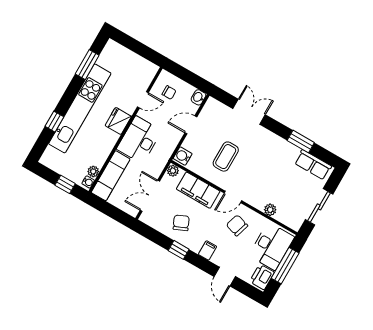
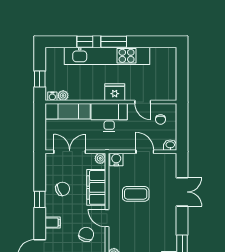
window: (87, 65) -> (114, 42), moved

